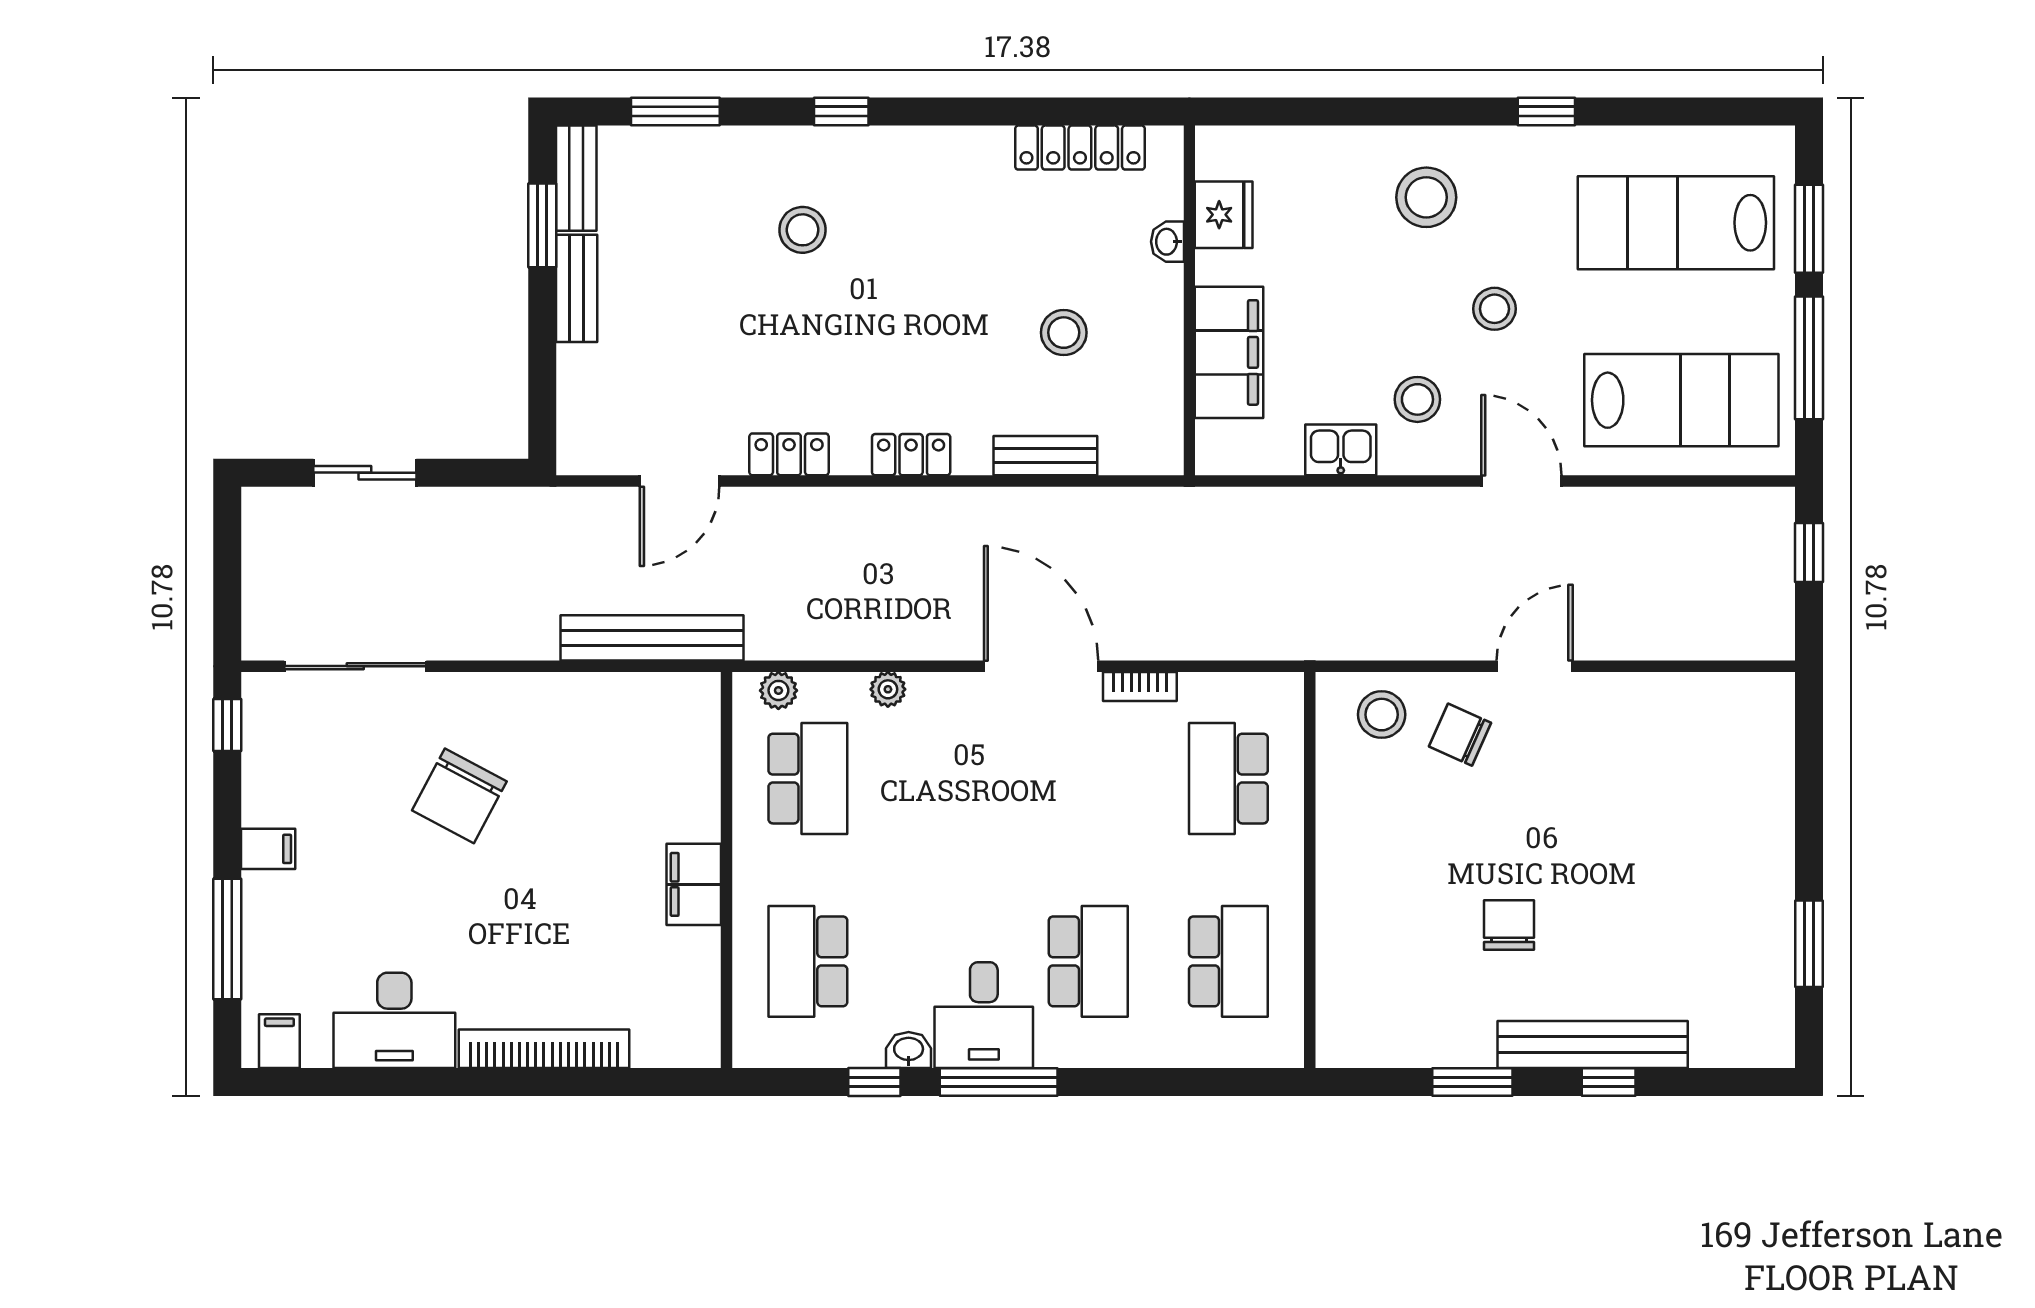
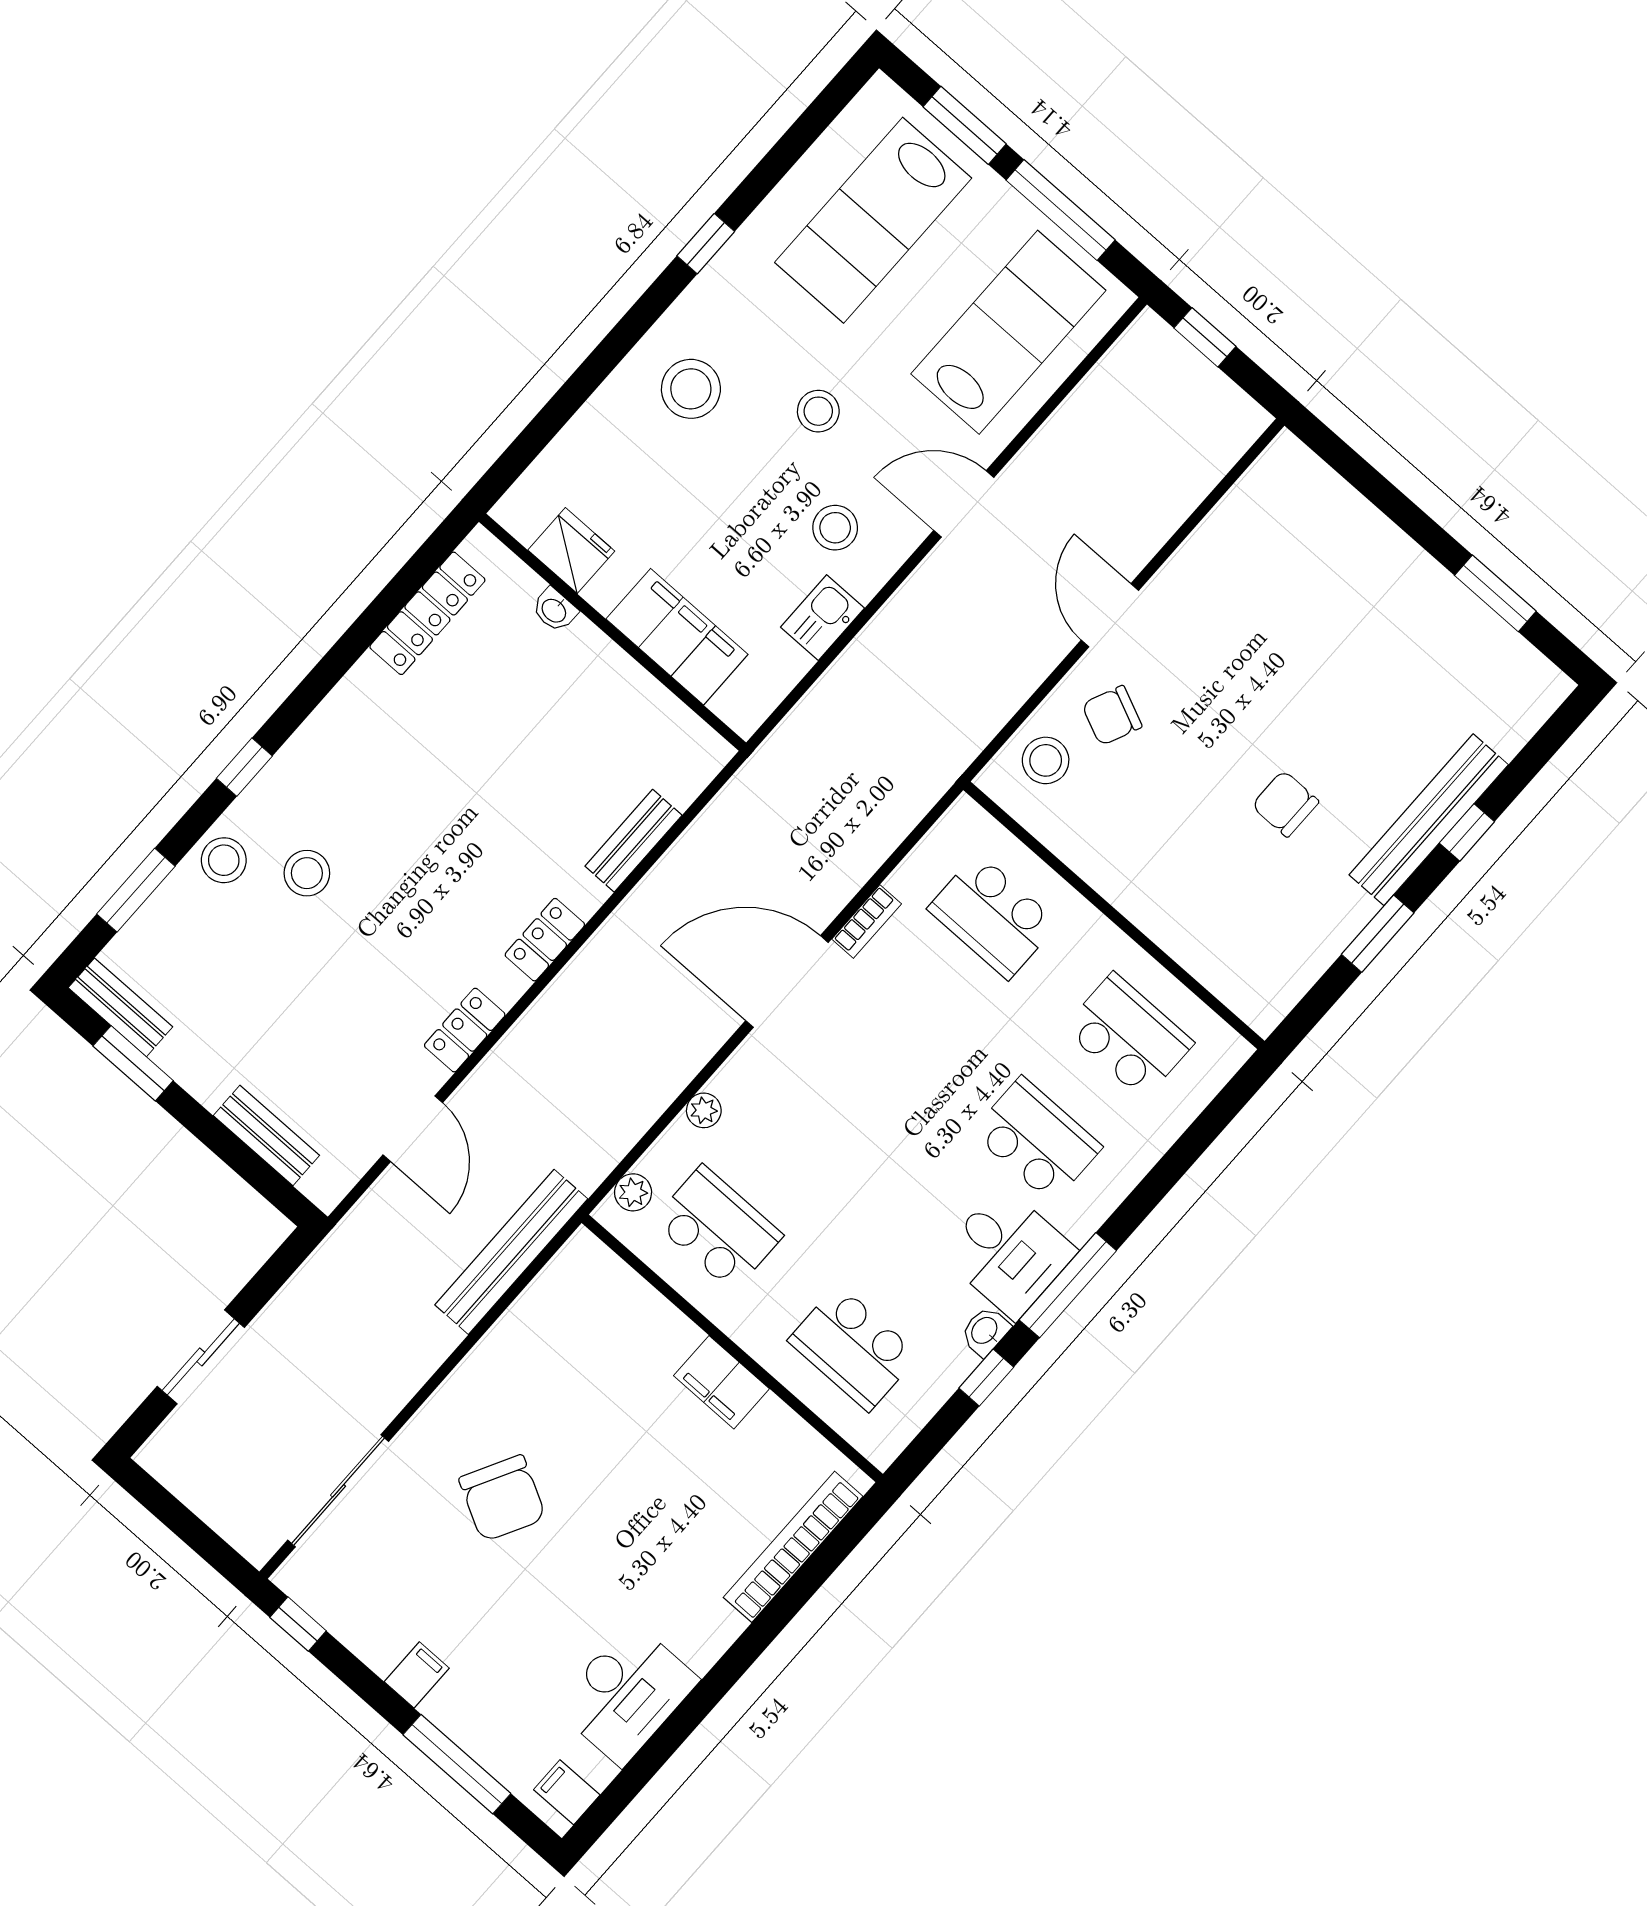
bench: (577, 288) -> (266, 1135), moved
stool: (1064, 333) -> (224, 860), moved
bookcase: (544, 1049) -> (793, 1547), moved

